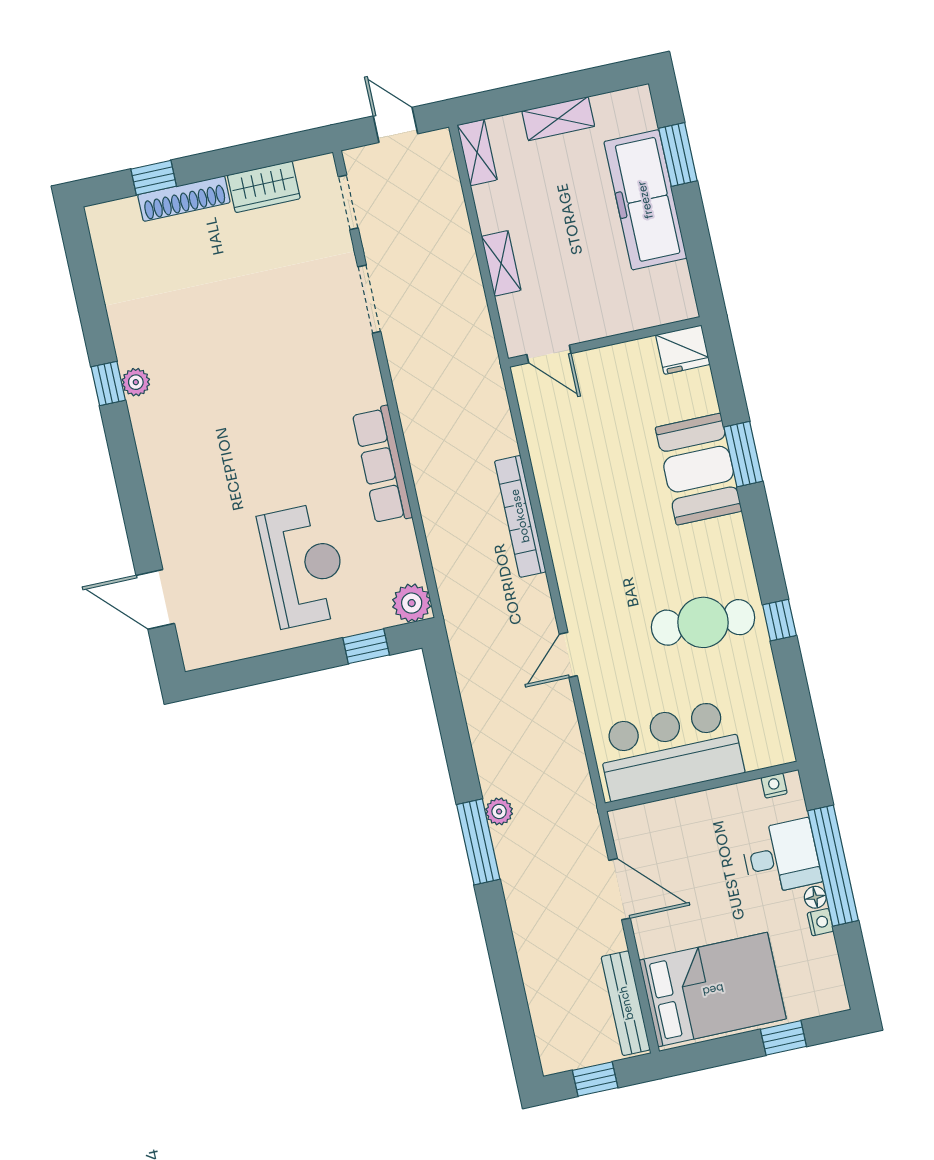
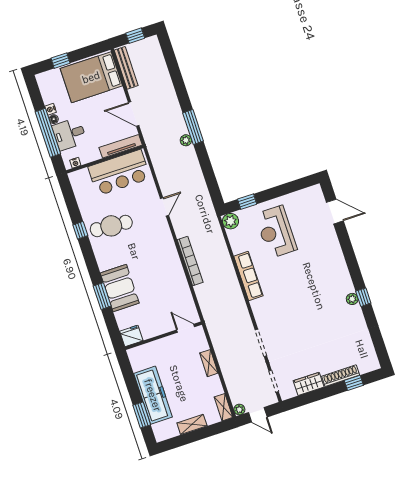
plant: (439, 142) -> (239, 410), added
tv unit: (659, 814) -> (121, 146), added

